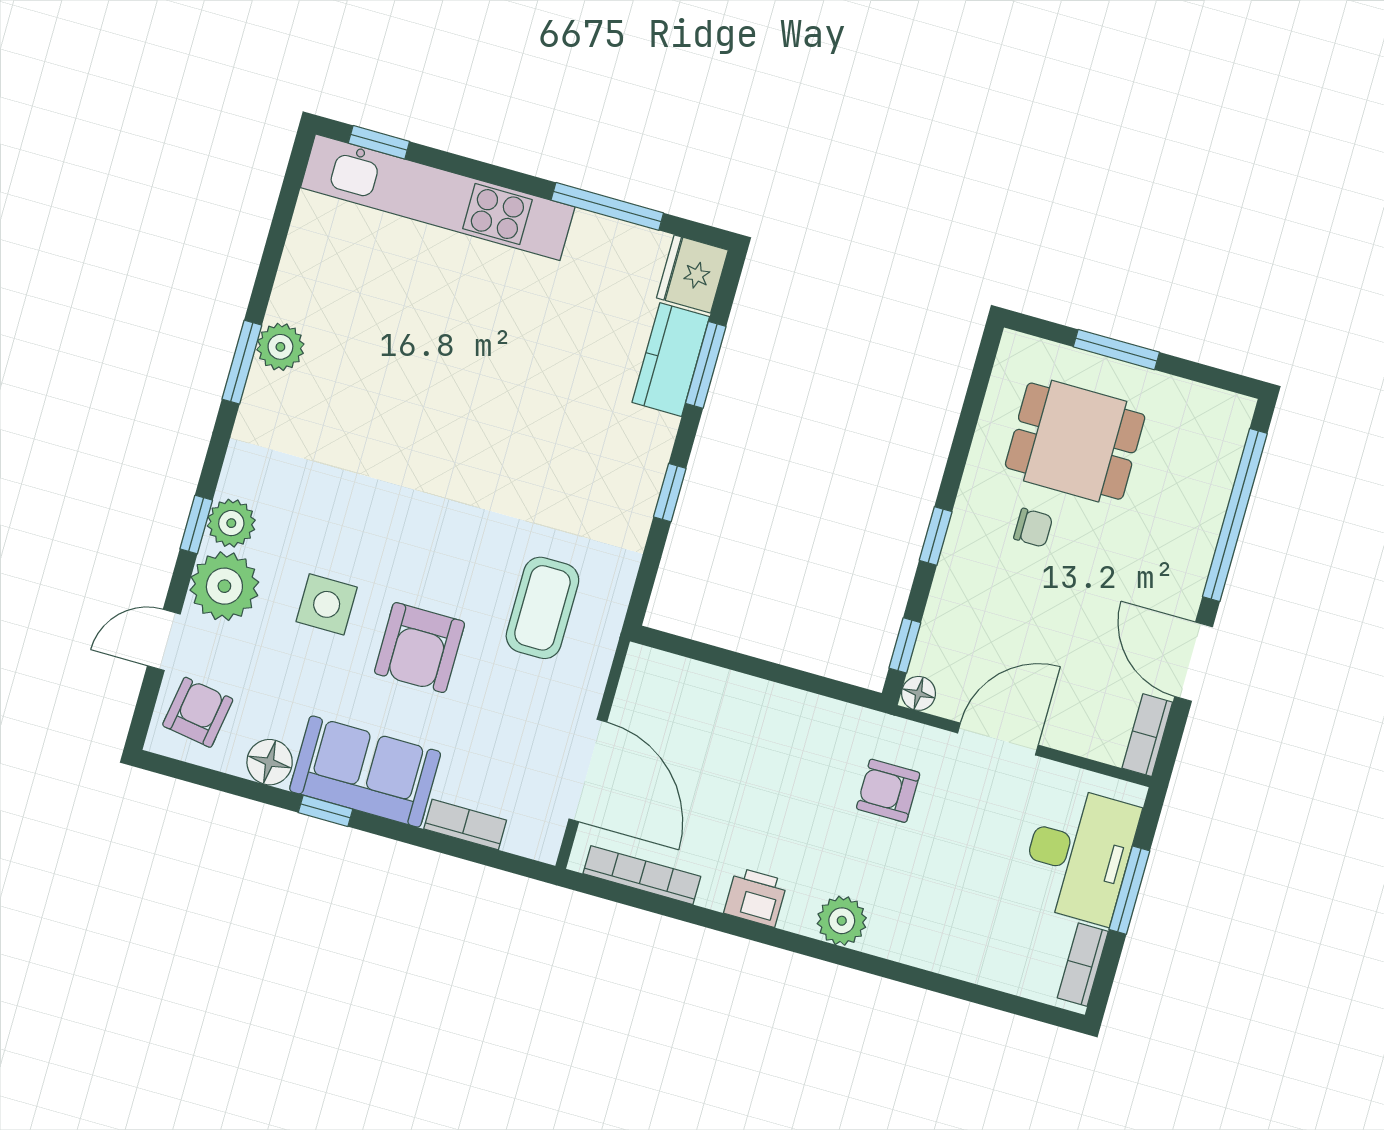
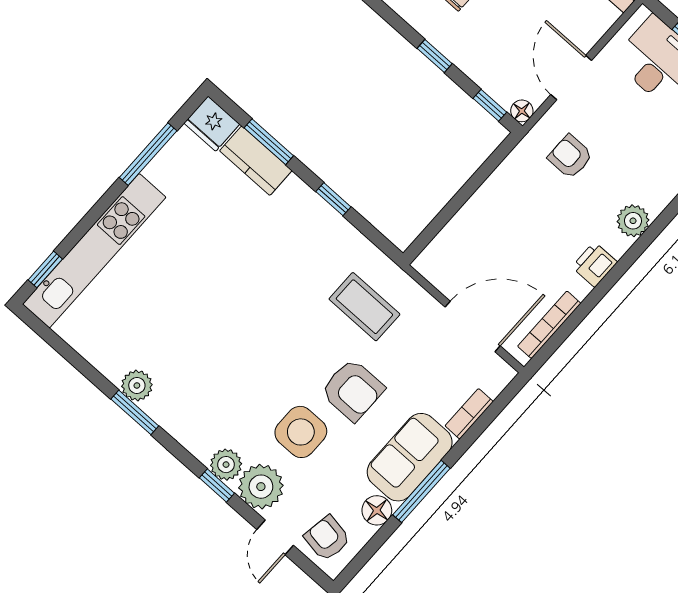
side table: (327, 604) -> (301, 432), width x1.37, depth x1.37
armchair: (888, 791) -> (570, 157), turned 90
window: (326, 811) -> (421, 492), width x2.17

